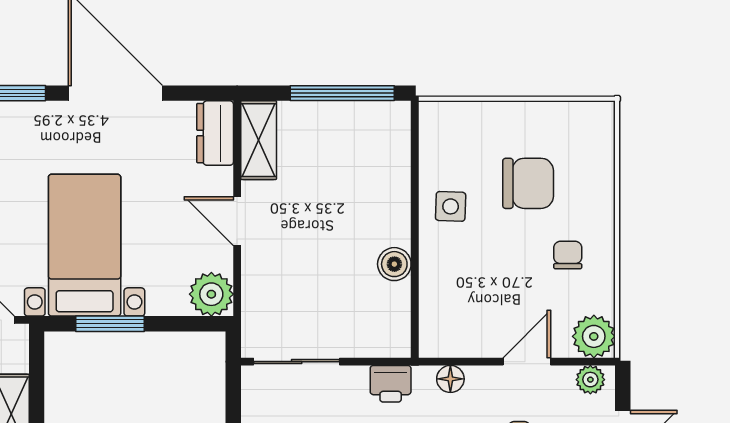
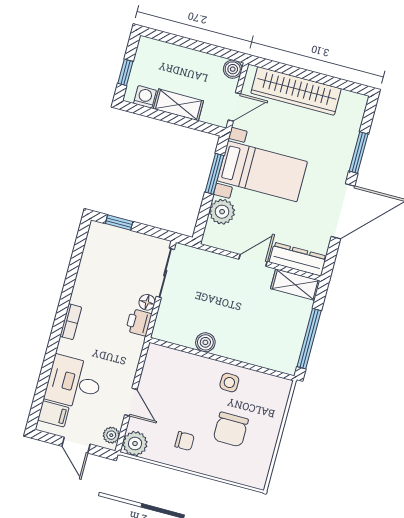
dresser: (215, 133) -> (298, 259), width x1.44
plant: (211, 294) -> (222, 212), moved
floor lamp: (450, 379) -> (147, 302), moved

